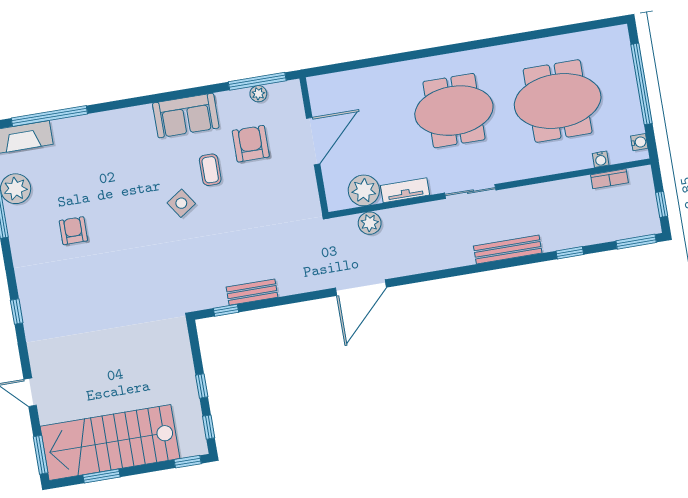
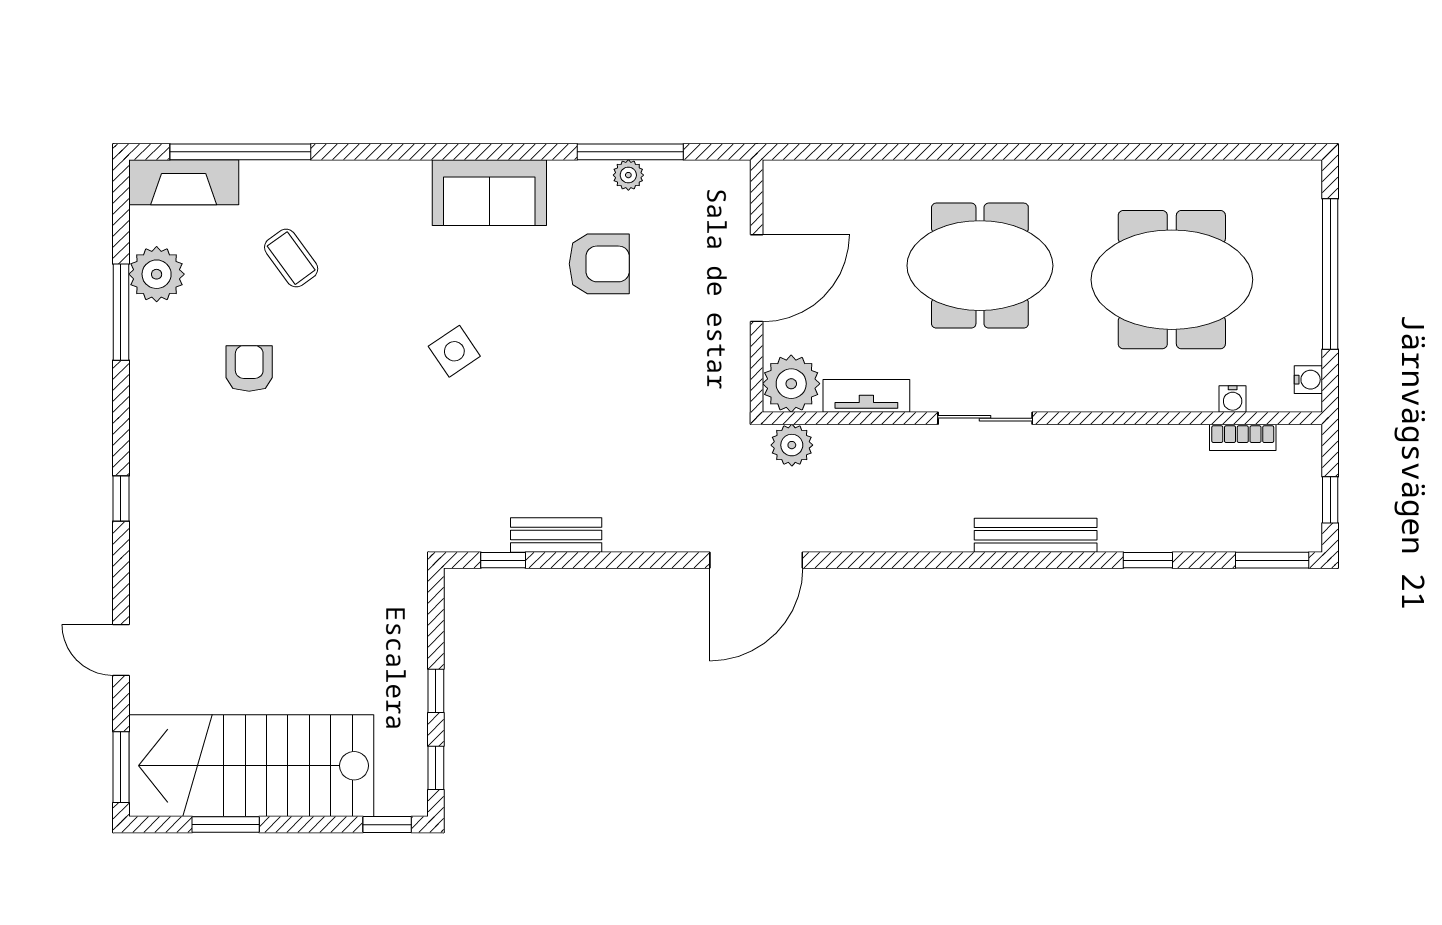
door: (313, 141) -> (757, 278), moved
armchair: (251, 144) -> (599, 264), turned 90
wall: (314, 145) -> (757, 286), moved
coffee table: (210, 170) -> (291, 258), moved, turned -36

